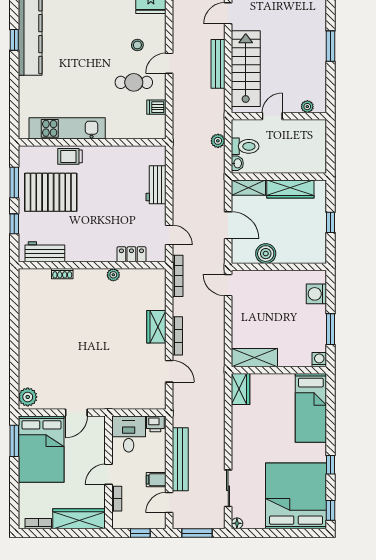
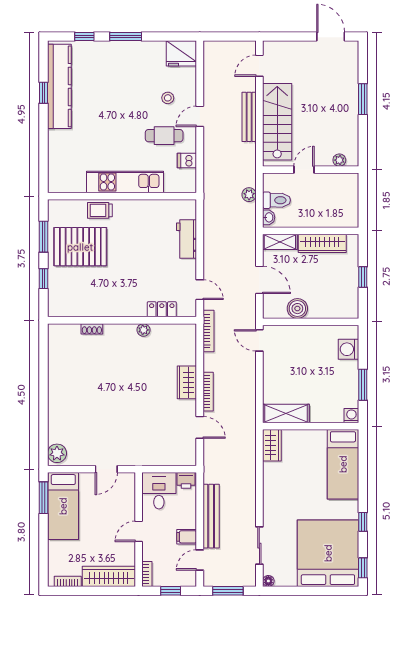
kitchen unit: (67, 128) -> (125, 182), moved
workbench: (45, 252) -> (74, 307), removed
bed: (41, 449) -> (63, 506), width x0.67
bookcase: (117, 499) -> (147, 574), moved

